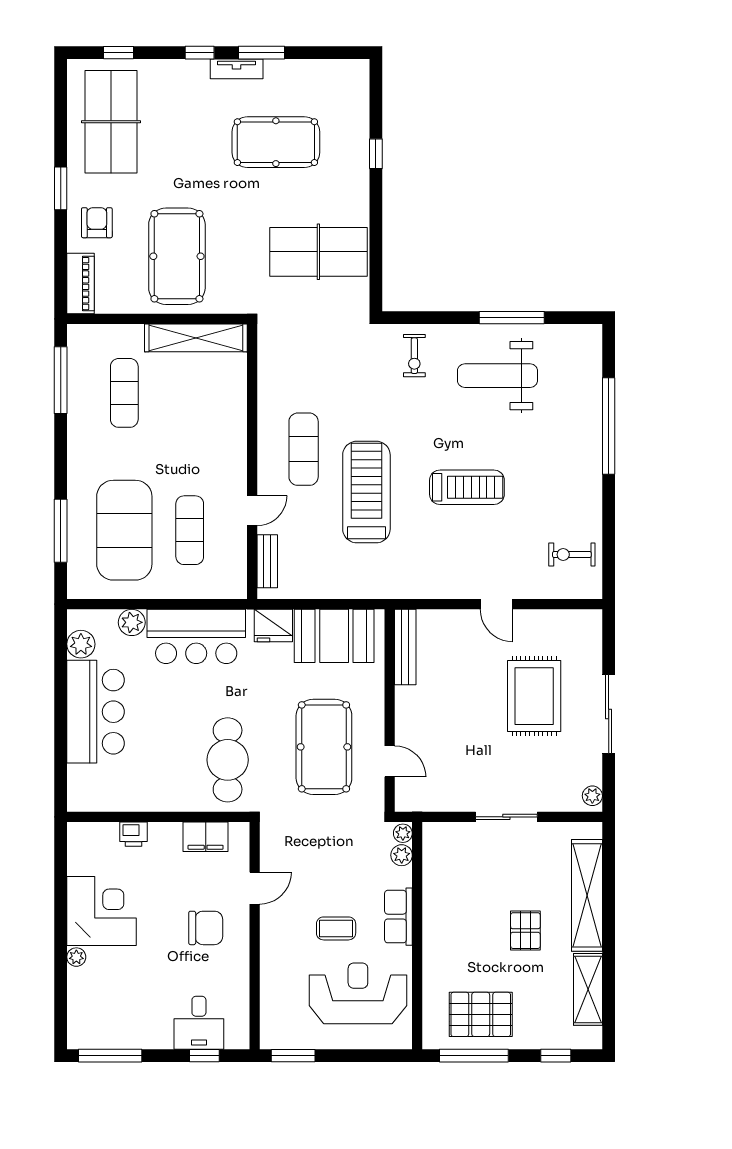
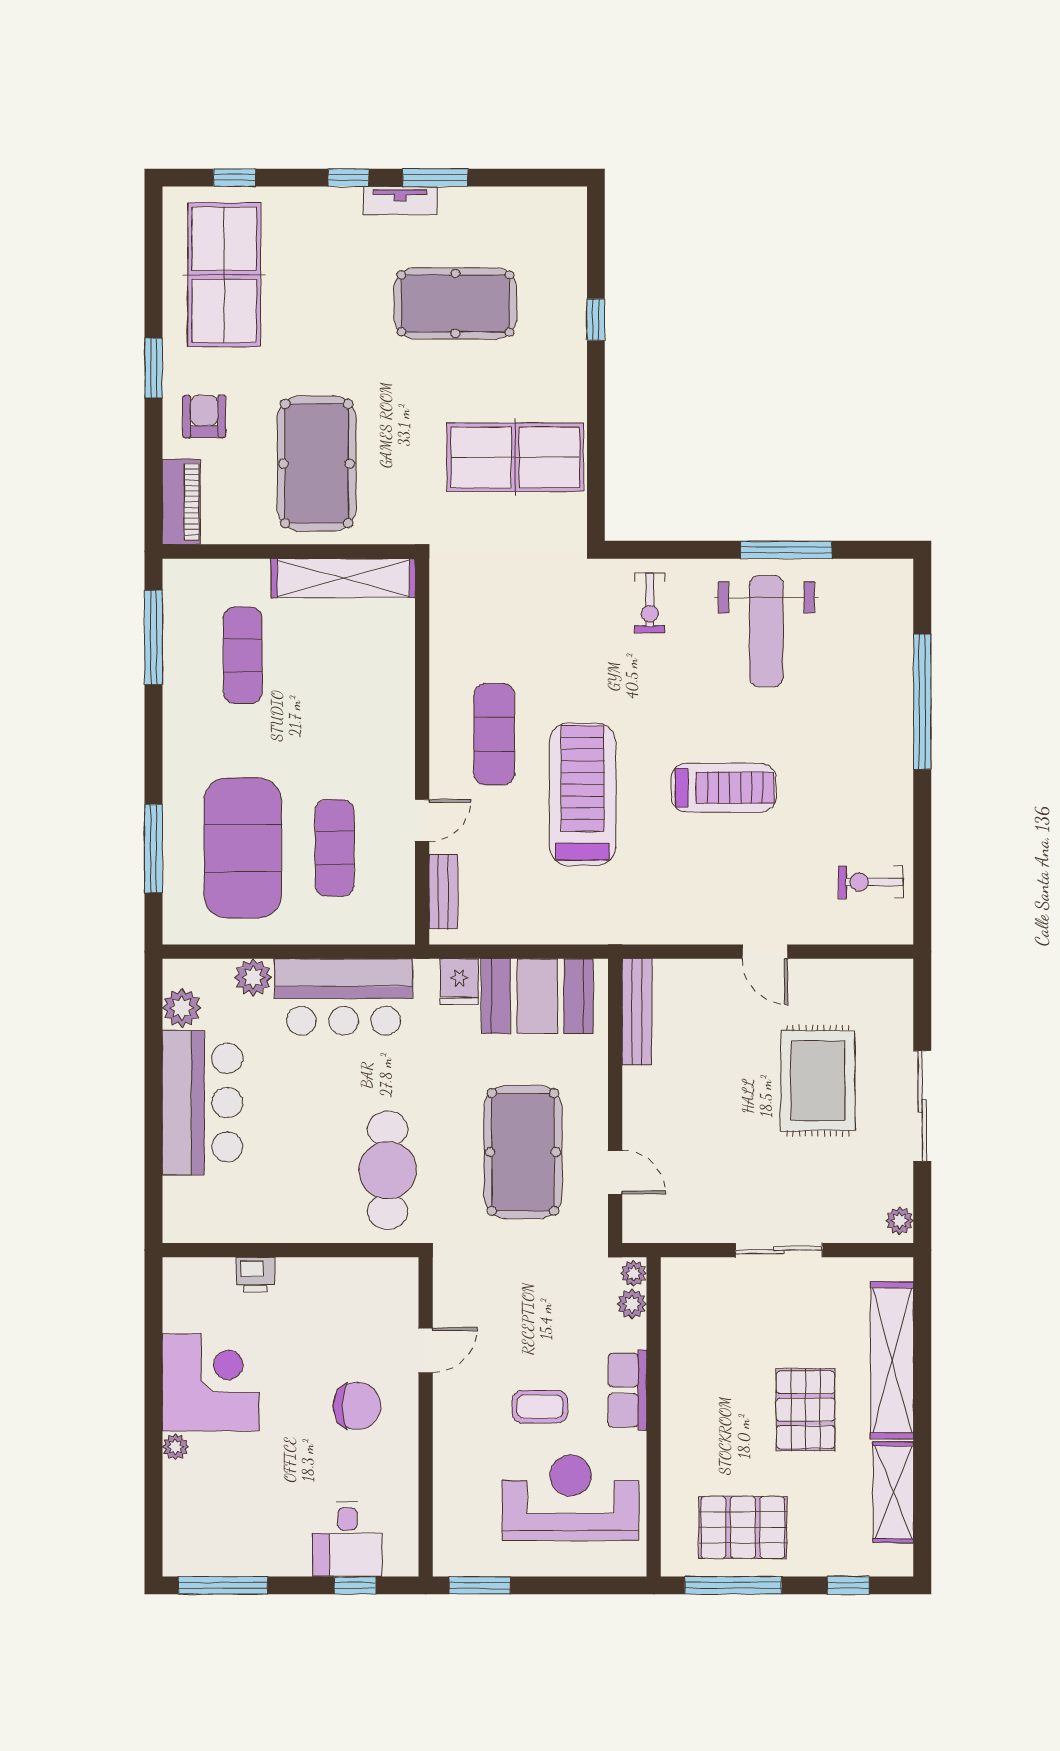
weight bench: (497, 376) -> (766, 631), turned -90
fridge: (273, 625) -> (459, 982), width x0.72
filing cabinet: (206, 837) -> (357, 1278), removed
pallet: (525, 931) -> (806, 1410), width x1.50, depth x1.42

